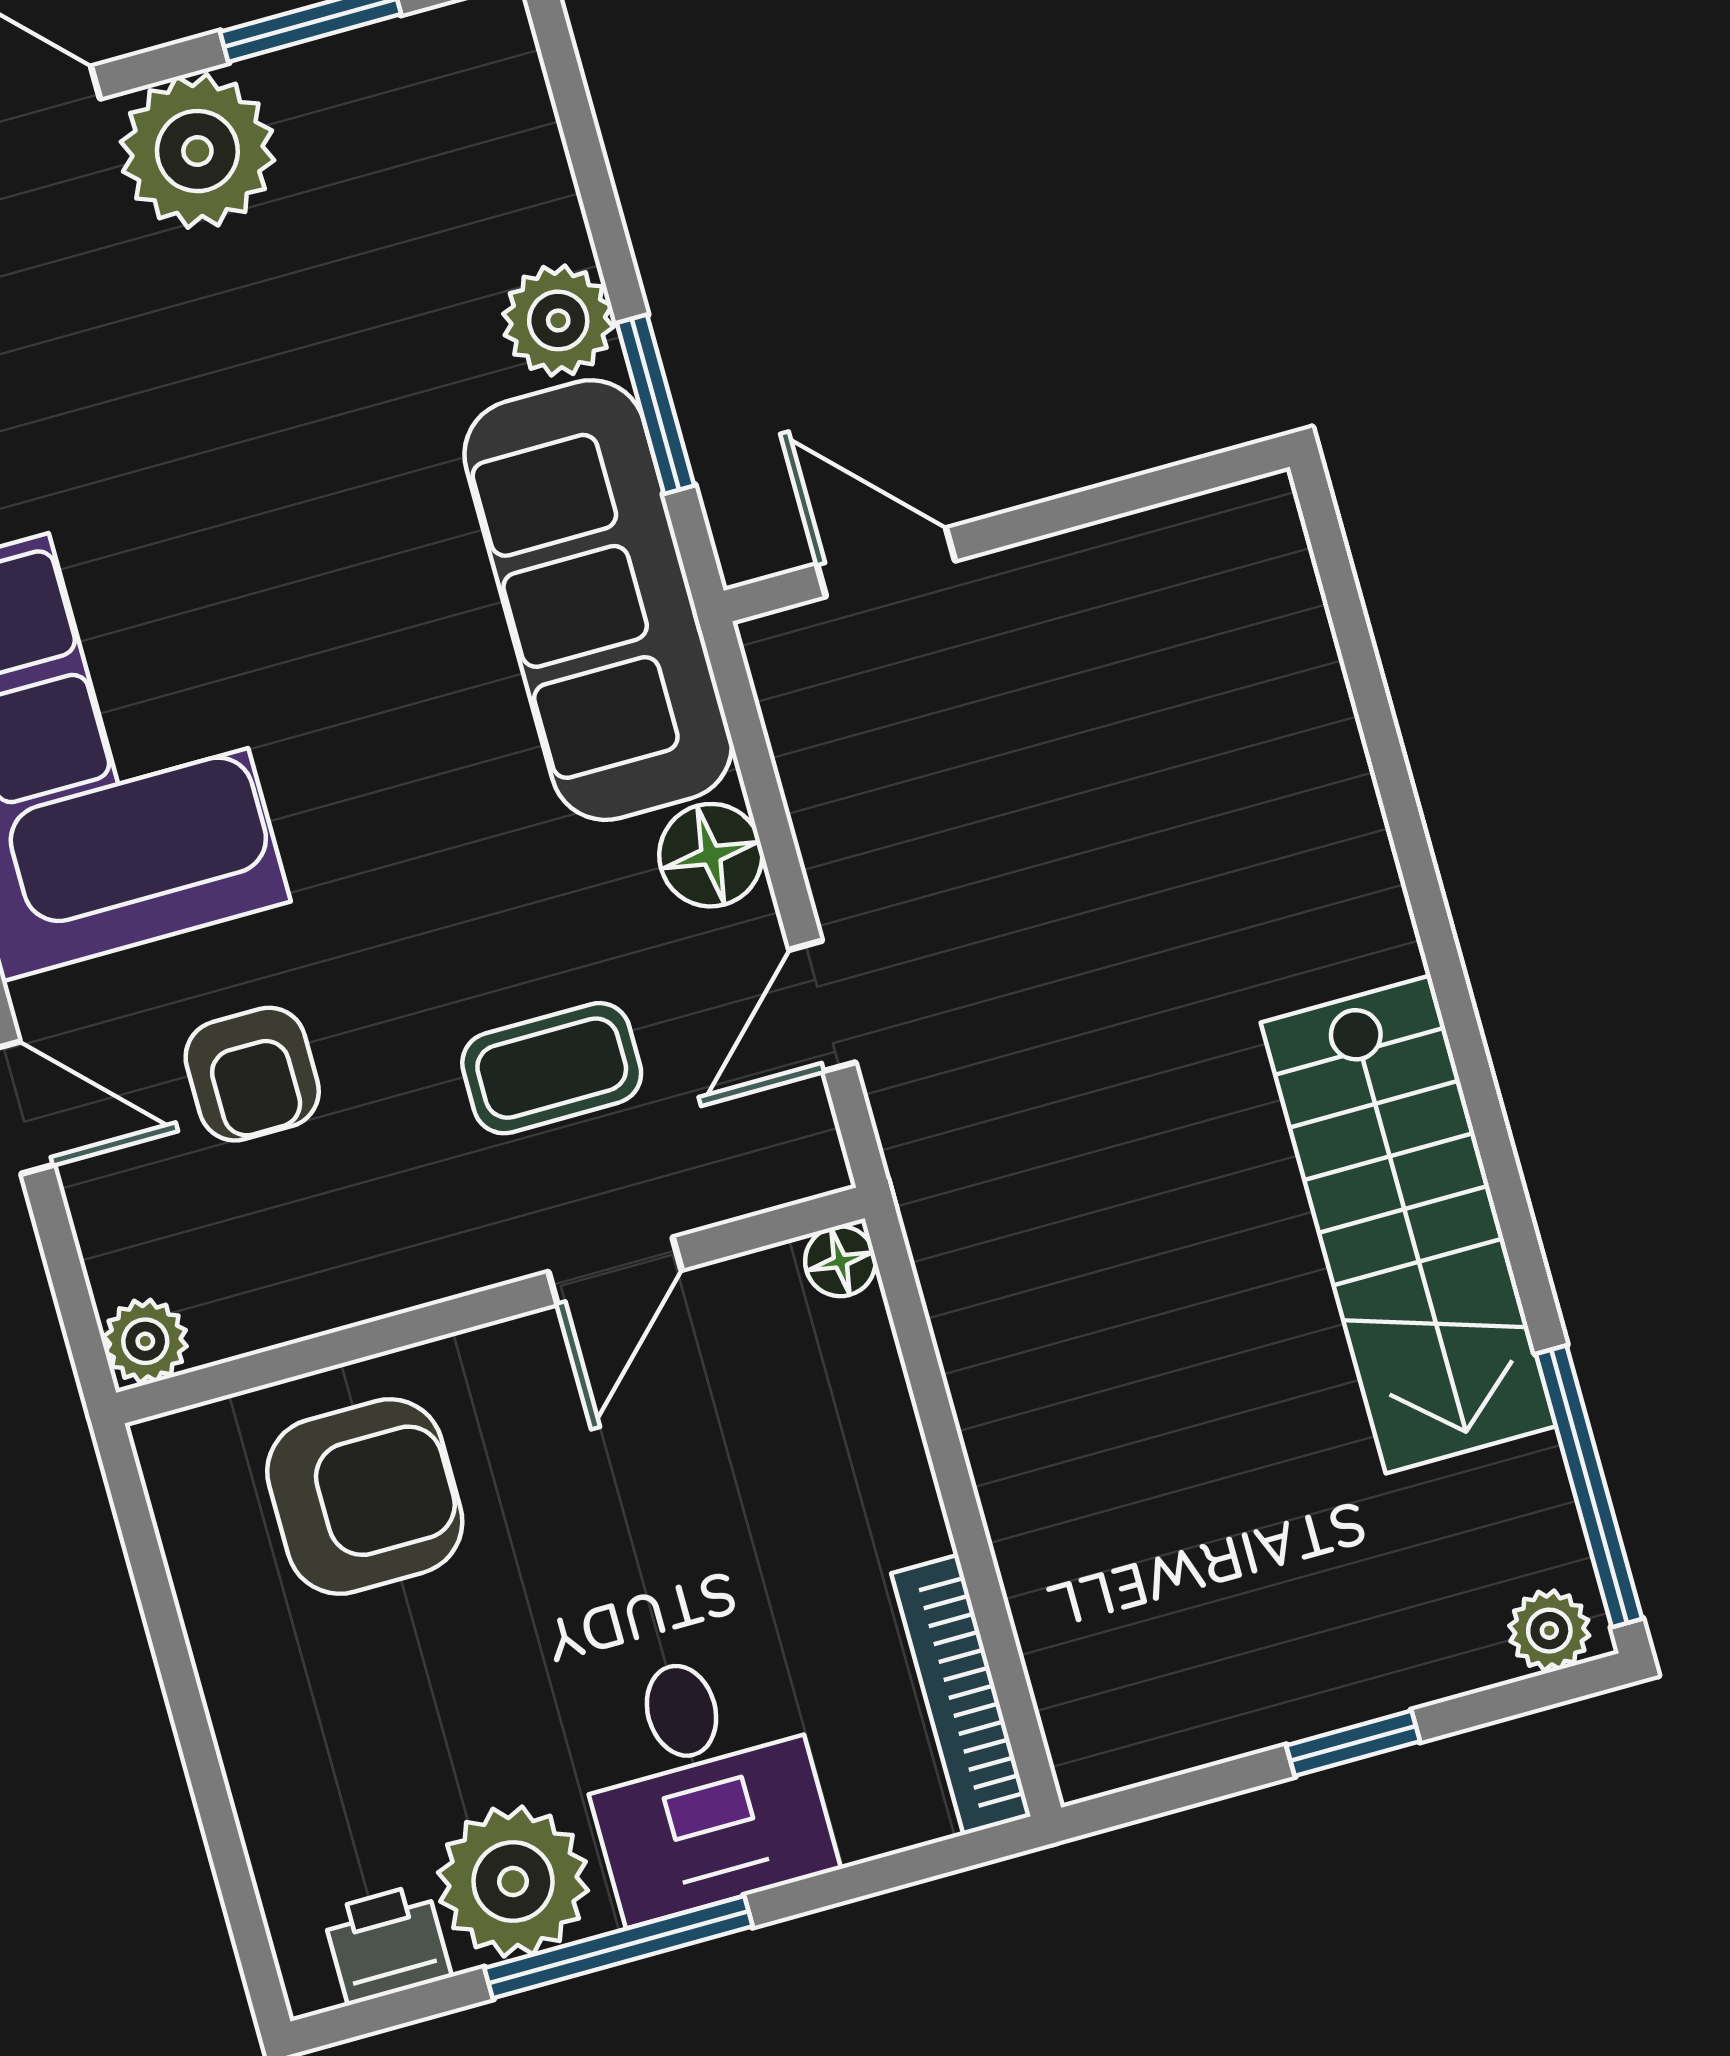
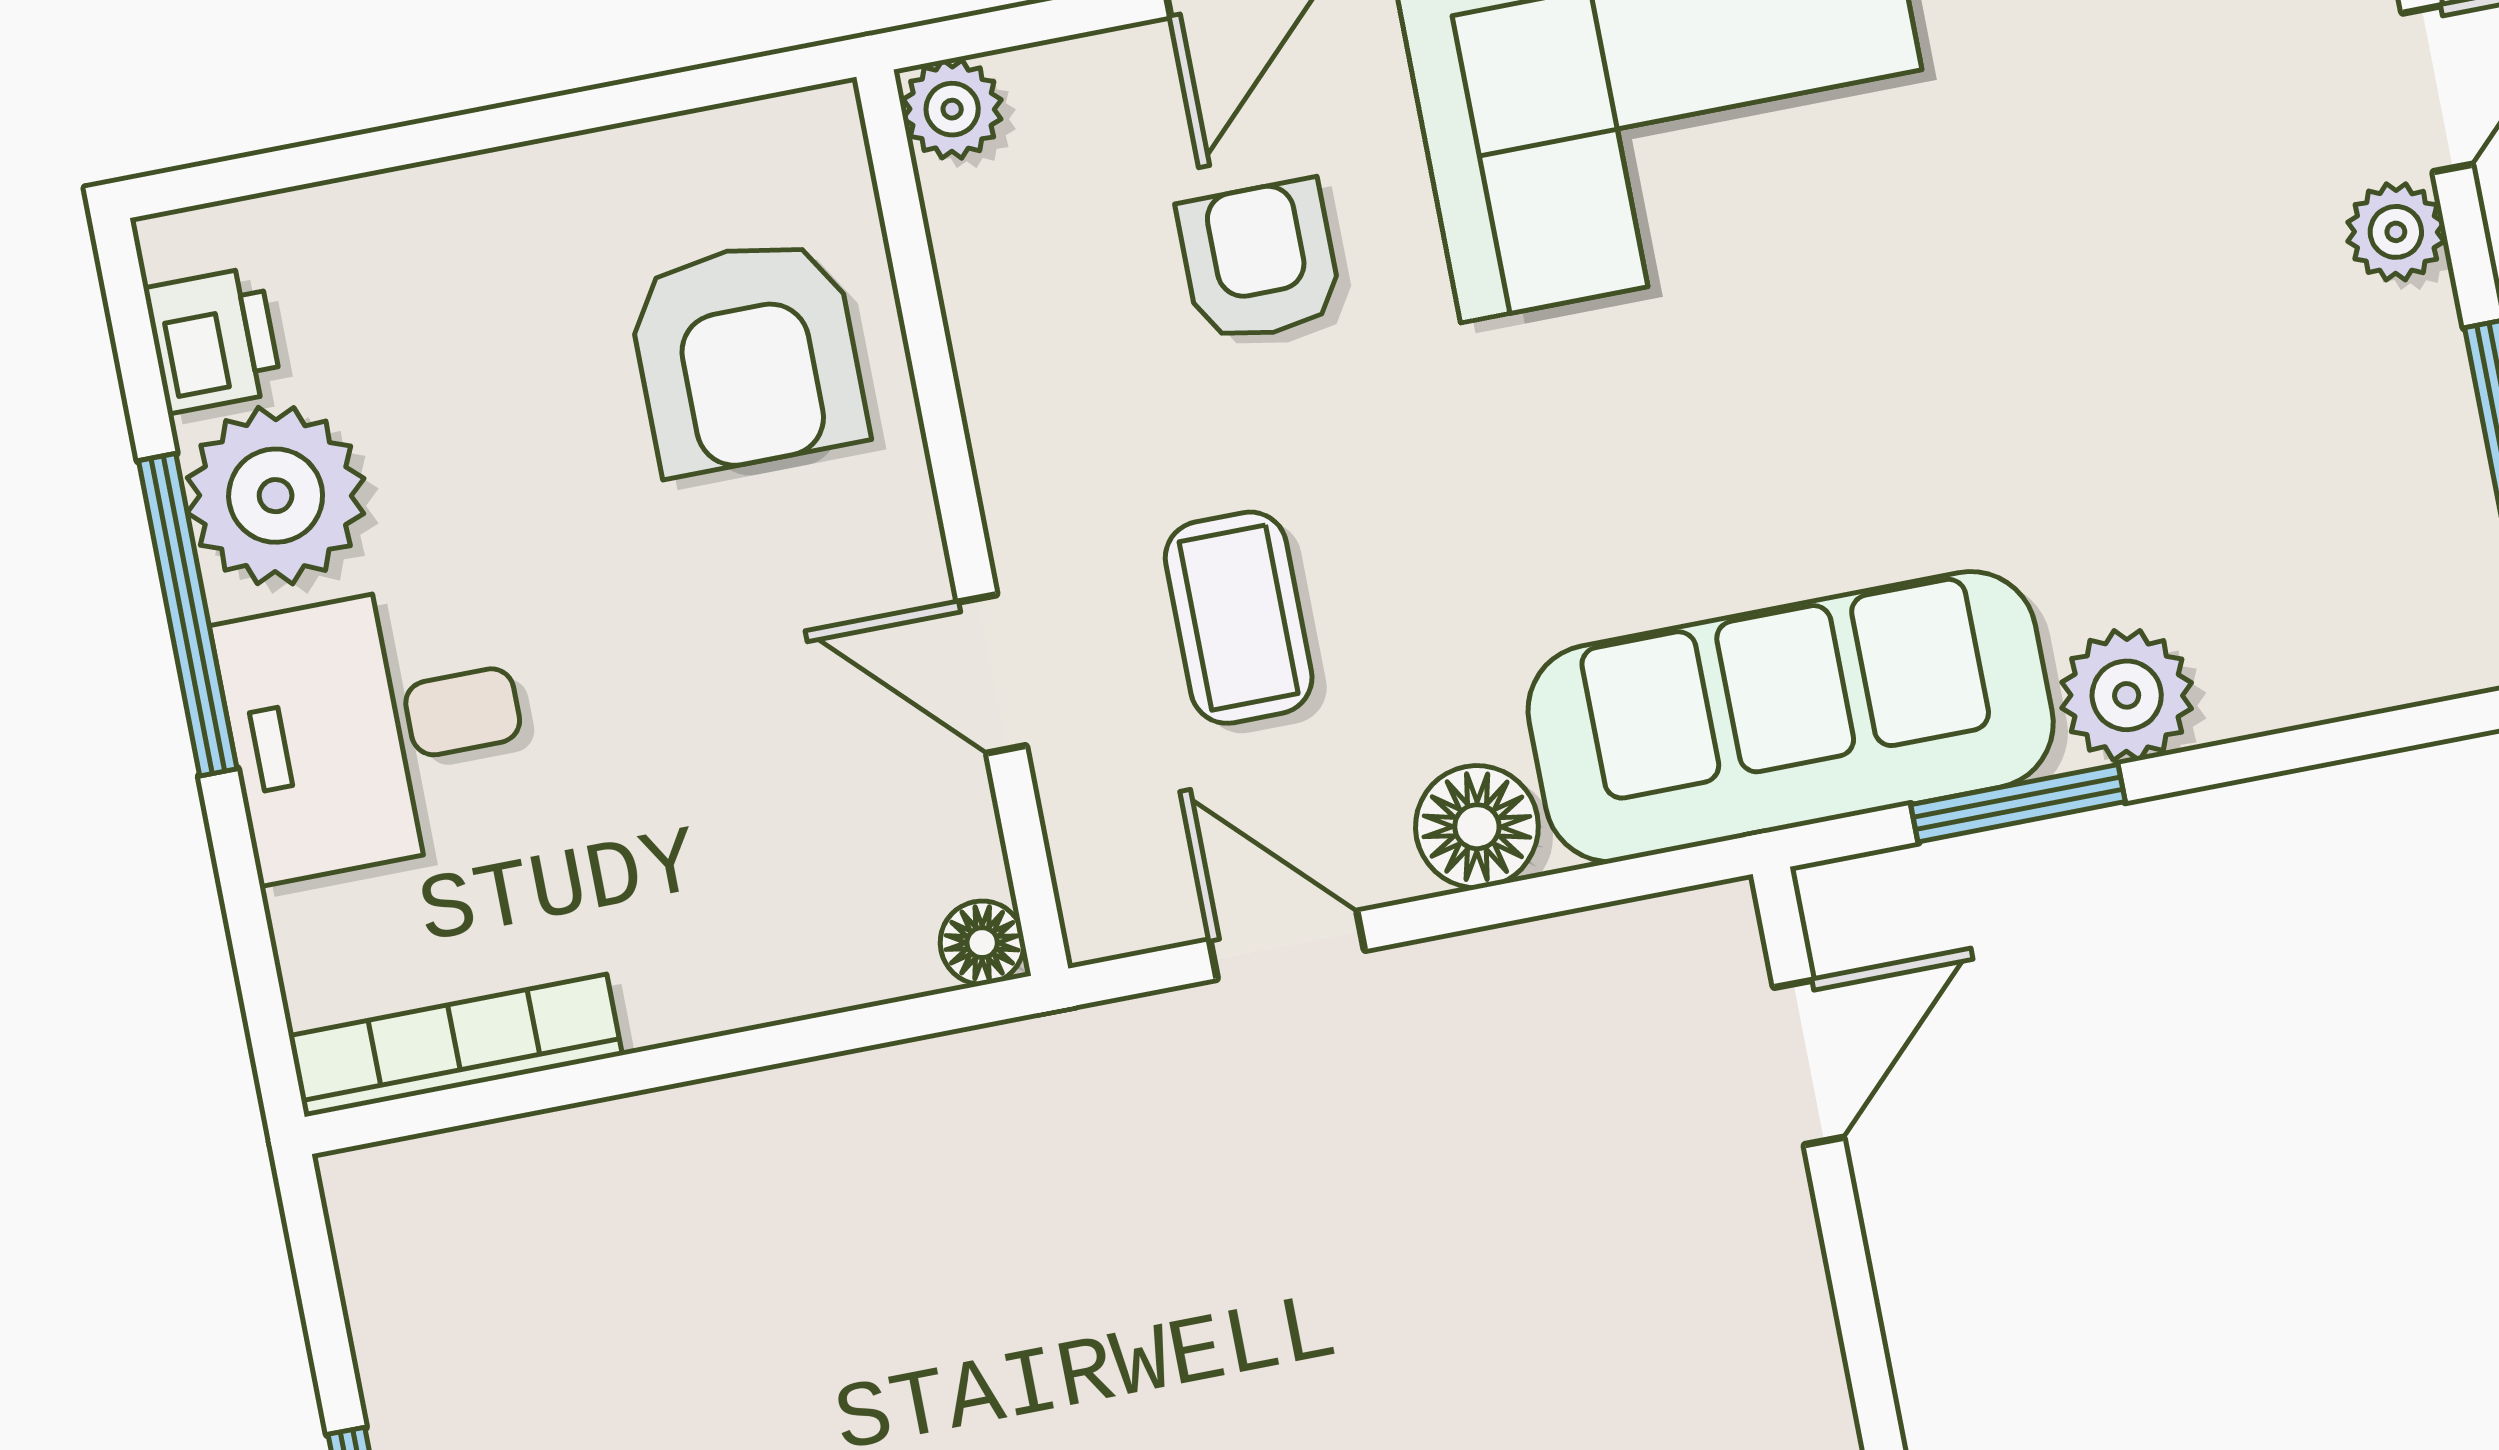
plant: (197, 151) -> (2396, 232), width x0.53, depth x0.53
armchair: (252, 1074) -> (1260, 261), turned 90

